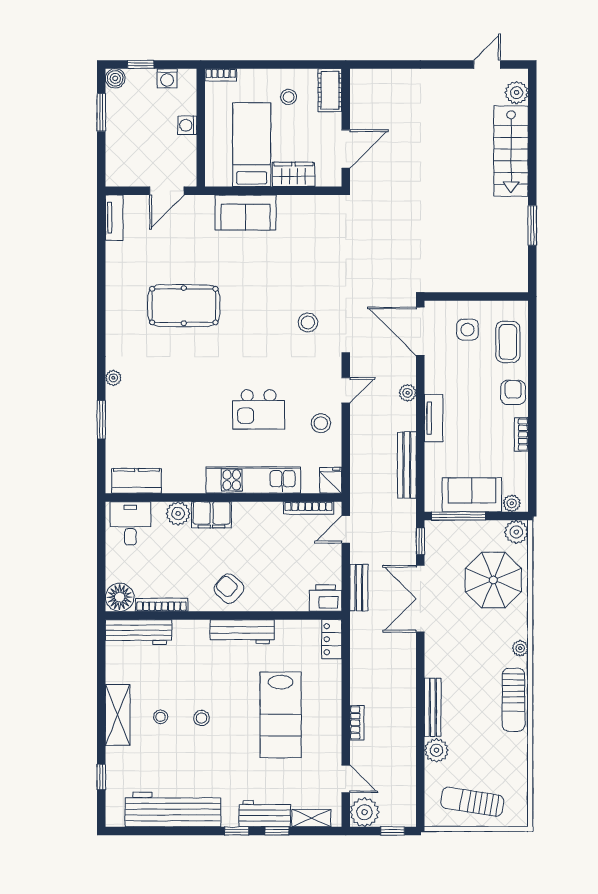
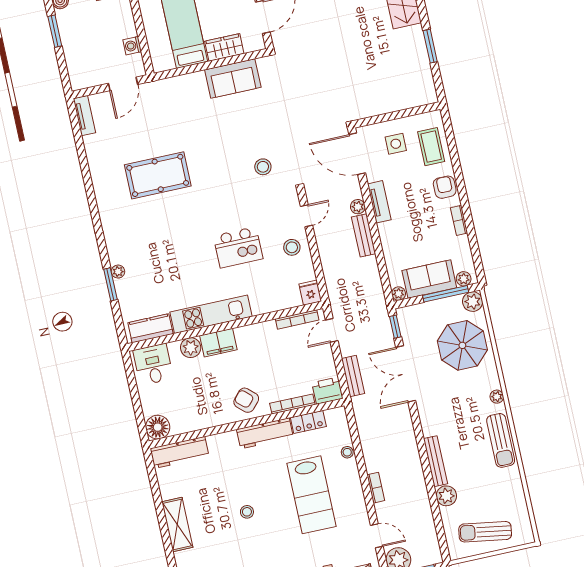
washing machine: (187, 125) -> (132, 46), moved
sofa: (246, 213) -> (233, 79), moved
plant: (113, 378) -> (118, 272), moved
tv unit: (434, 418) -> (379, 202), moved
bench: (407, 465) -> (364, 235), moved, width x0.73
kitchen unit: (253, 480) -> (211, 314), moved
plant: (433, 504) -> (399, 294), added
window: (459, 516) -> (446, 294), moved
bookcase: (162, 605) -> (292, 404), moved
locker: (332, 639) -> (308, 422), moved, turned -90
stool: (160, 717) -> (347, 452), moved

